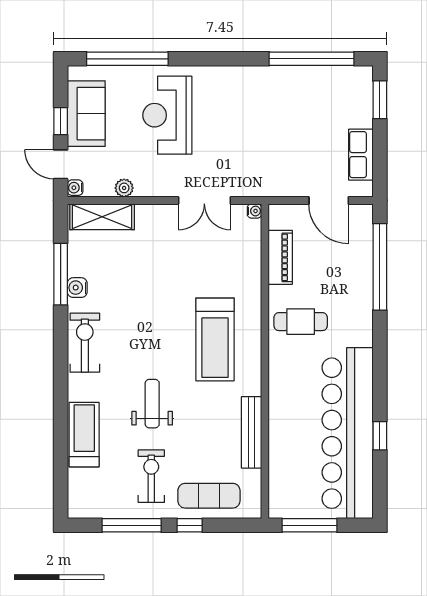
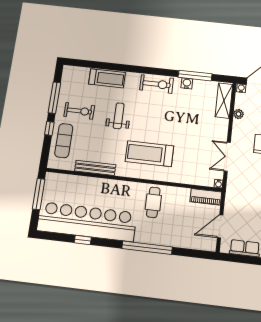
piano: (280, 257) -> (206, 197), moved
window: (380, 267) -> (147, 248), moved
weight bench: (152, 404) -> (119, 116), turned -90

